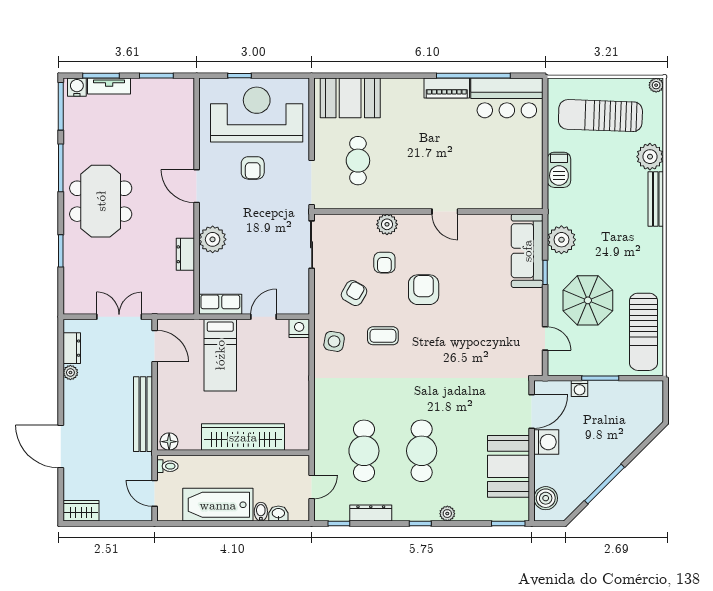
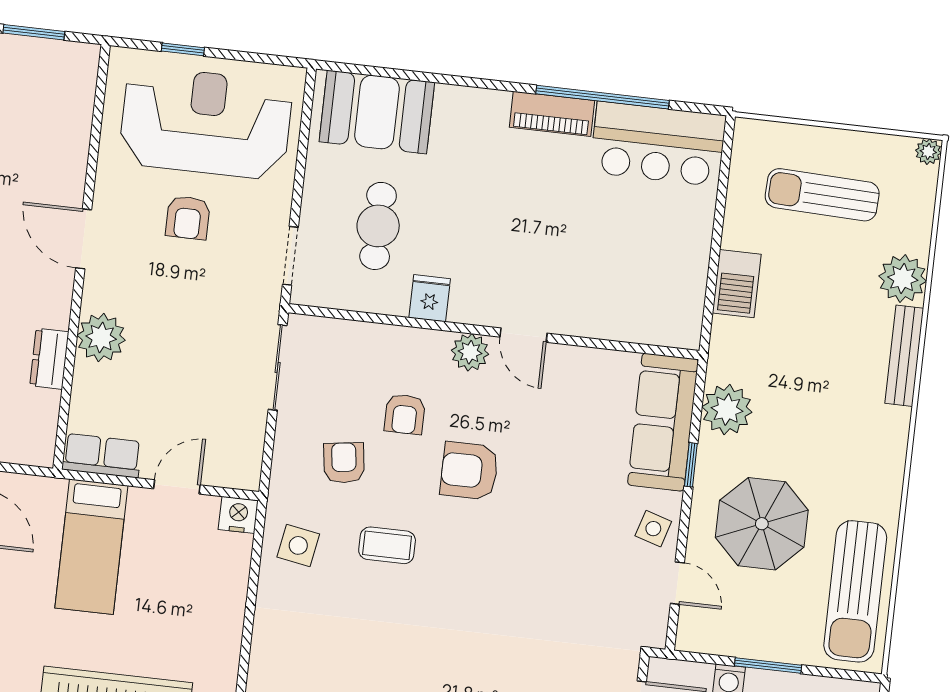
sun lounger: (600, 116) -> (822, 195), width x0.73, depth x0.75
doorway: (312, 183) -> (290, 256), width x0.73
fridge: (391, 197) -> (430, 298), added
plant: (387, 224) -> (470, 352), moved
armchair: (424, 290) -> (469, 471), turned -90
armchair: (354, 293) -> (344, 463), turned -38
side table: (528, 310) -> (653, 529), added

